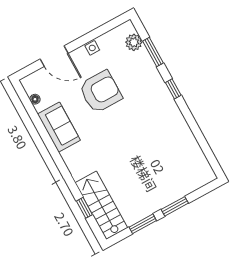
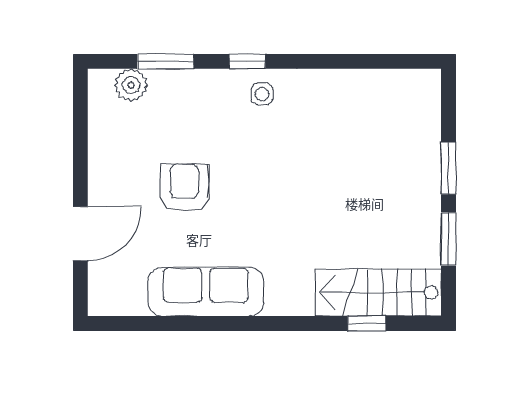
side table: (92, 48) -> (262, 94), moved
armchair: (100, 92) -> (184, 188), width x0.73, depth x0.73
floor lamp: (35, 99) -> (136, 306), removed
sofa: (59, 127) -> (206, 292), width x1.36

